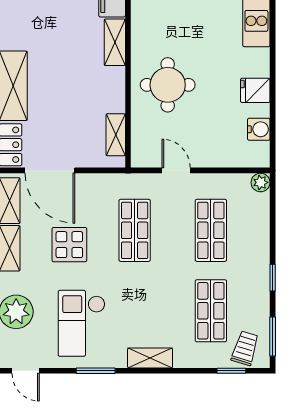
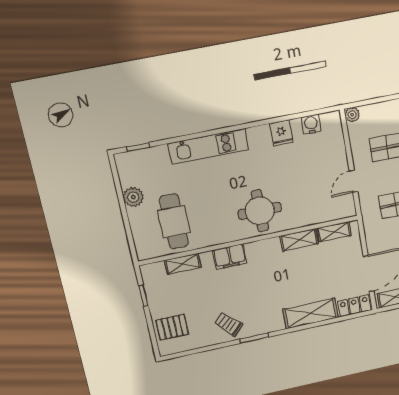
shelving: (115, 42) -> (299, 240), moved
round table: (168, 85) -> (260, 211), moved

